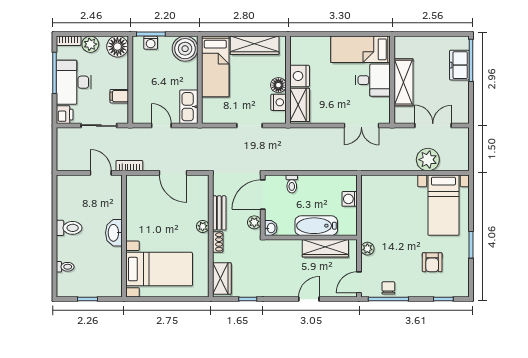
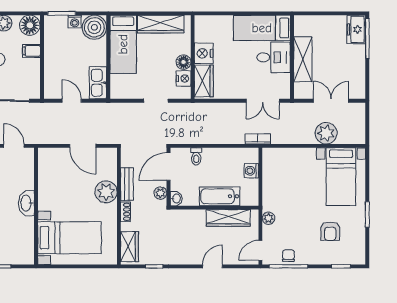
washing machine: (151, 43) -> (75, 22), moved
freezer: (459, 65) -> (356, 29), moved
filing cabinet: (119, 96) -> (31, 51), moved
bookcase: (129, 166) -> (258, 139), moved
plant: (203, 226) -> (106, 192), width x1.88, depth x1.88

